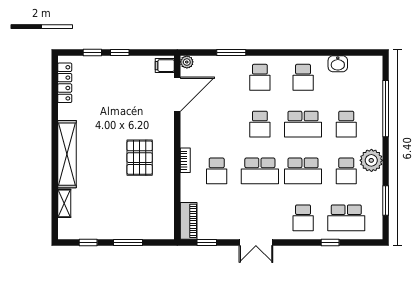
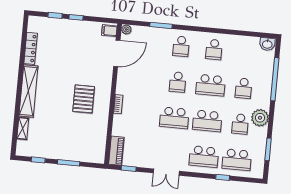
washbasin: (338, 64) -> (267, 44), moved
locker: (65, 83) -> (31, 48), moved
school desk: (217, 171) -> (141, 115), removed
school desk: (303, 218) -> (204, 157), width x1.85

